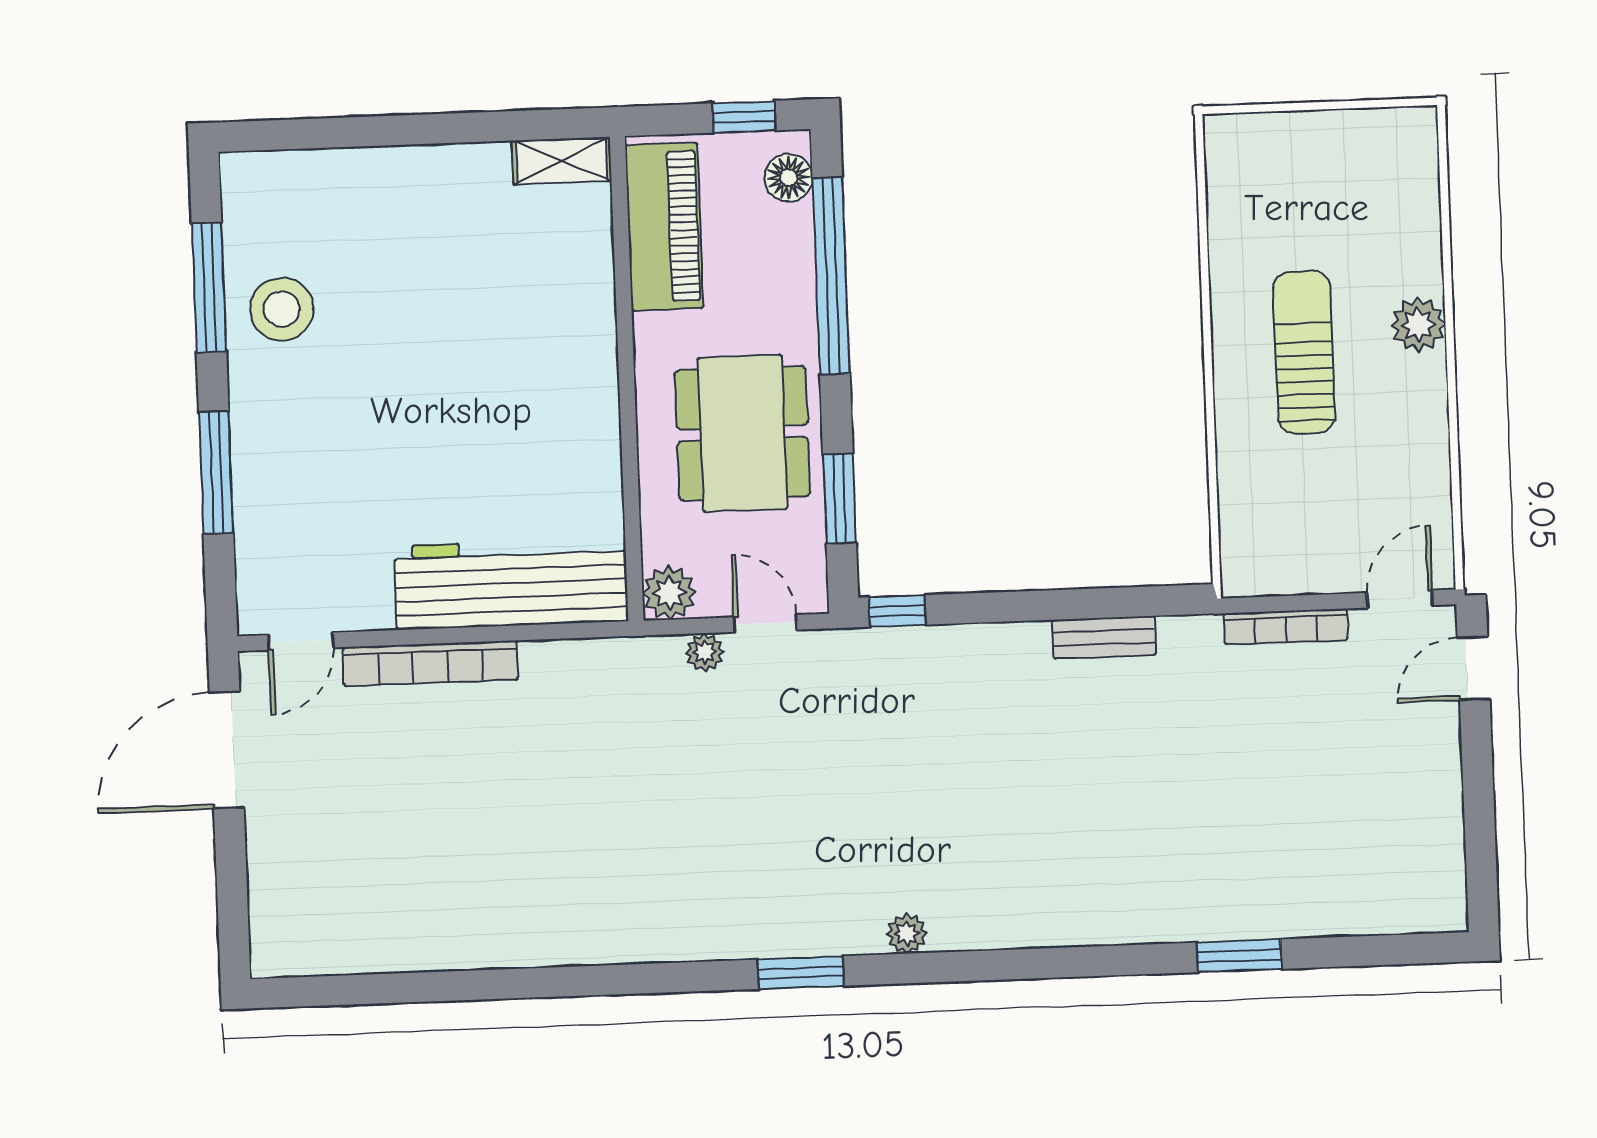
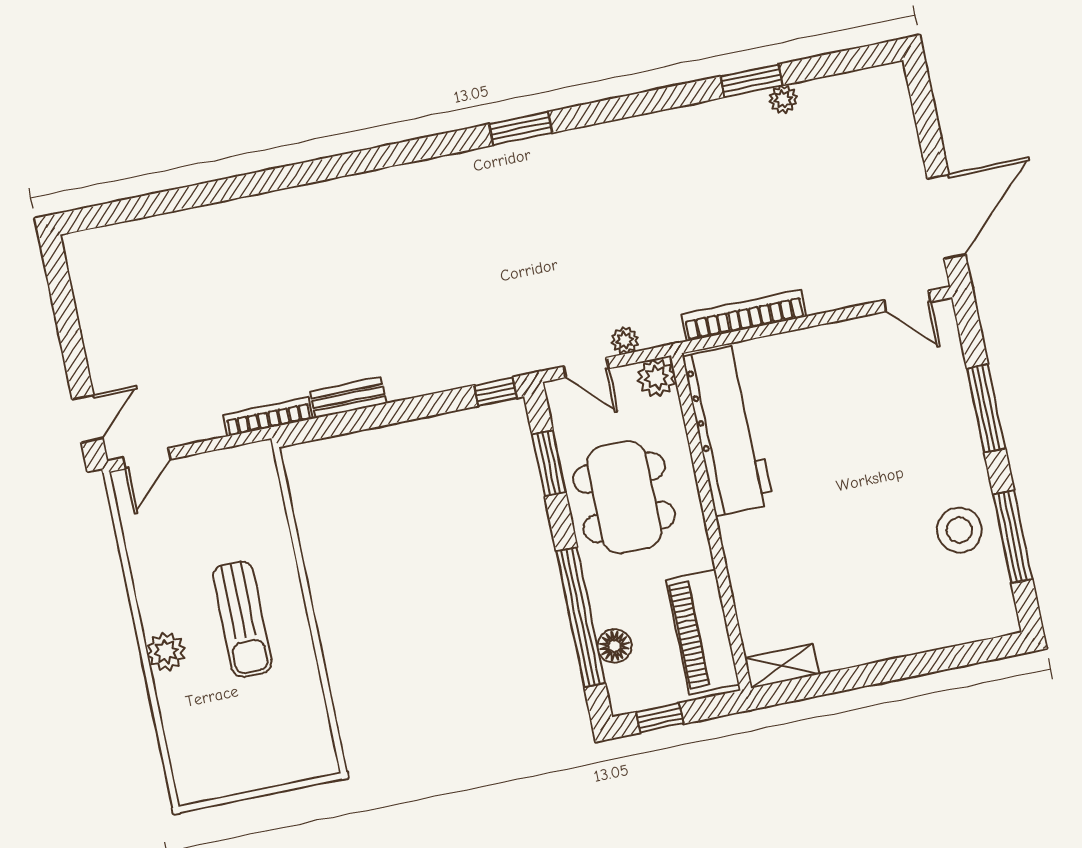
floor lamp: (789, 178) -> (615, 646), moved
workbench: (511, 584) -> (728, 430), moved, turned -90
bookcase: (1286, 627) -> (268, 417), moved
door: (301, 641) -> (907, 301), swing flipped
bookcase: (430, 663) -> (744, 315), moved
plant: (907, 934) -> (783, 99), moved
window: (1239, 956) -> (751, 81), moved

